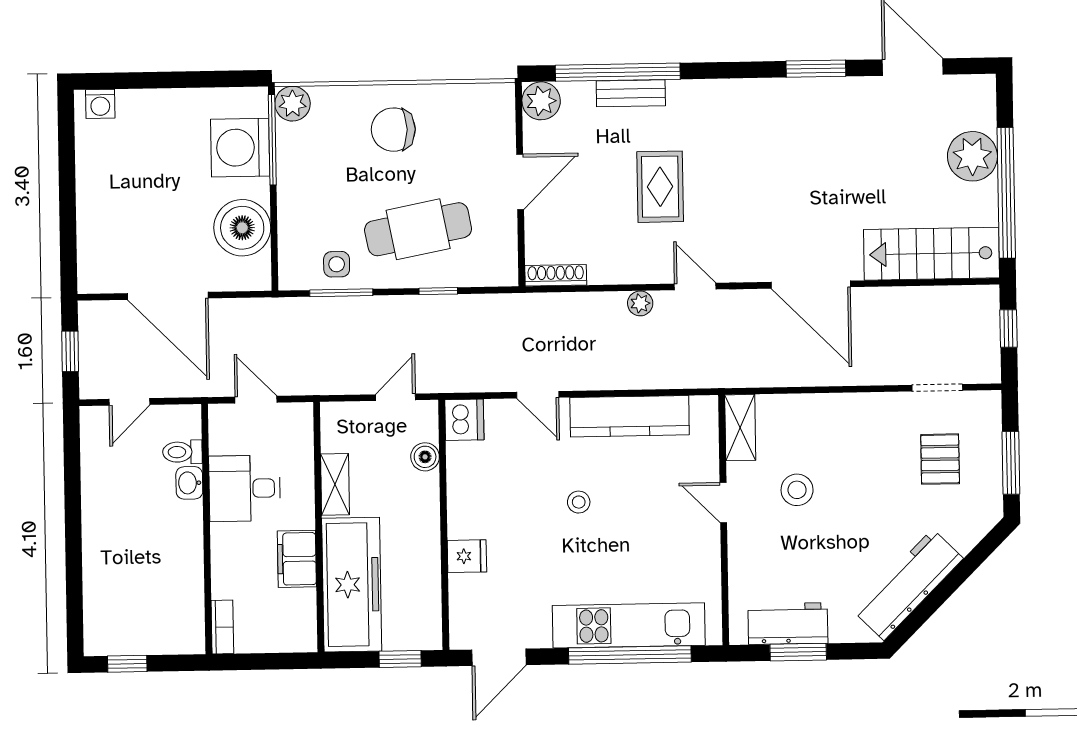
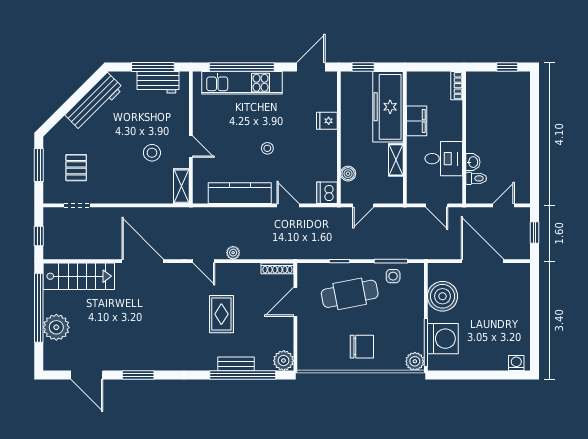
door: (520, 182) -> (295, 302), moved
window: (798, 652) -> (153, 67), width x1.44

